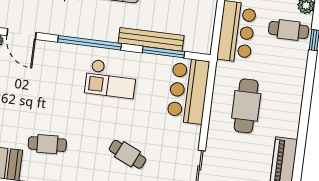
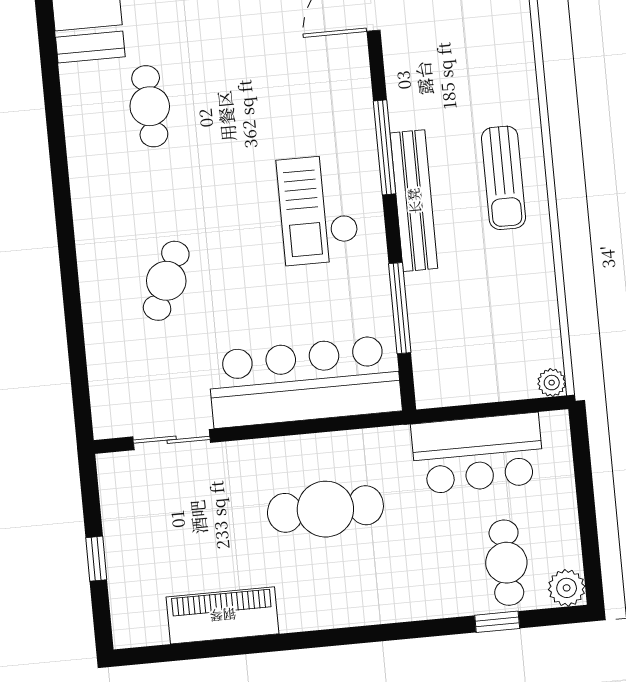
bench: (151, 39) -> (414, 201), moved
window: (90, 43) -> (384, 147), width x0.68
bar counter: (188, 91) -> (305, 381), width x1.36

